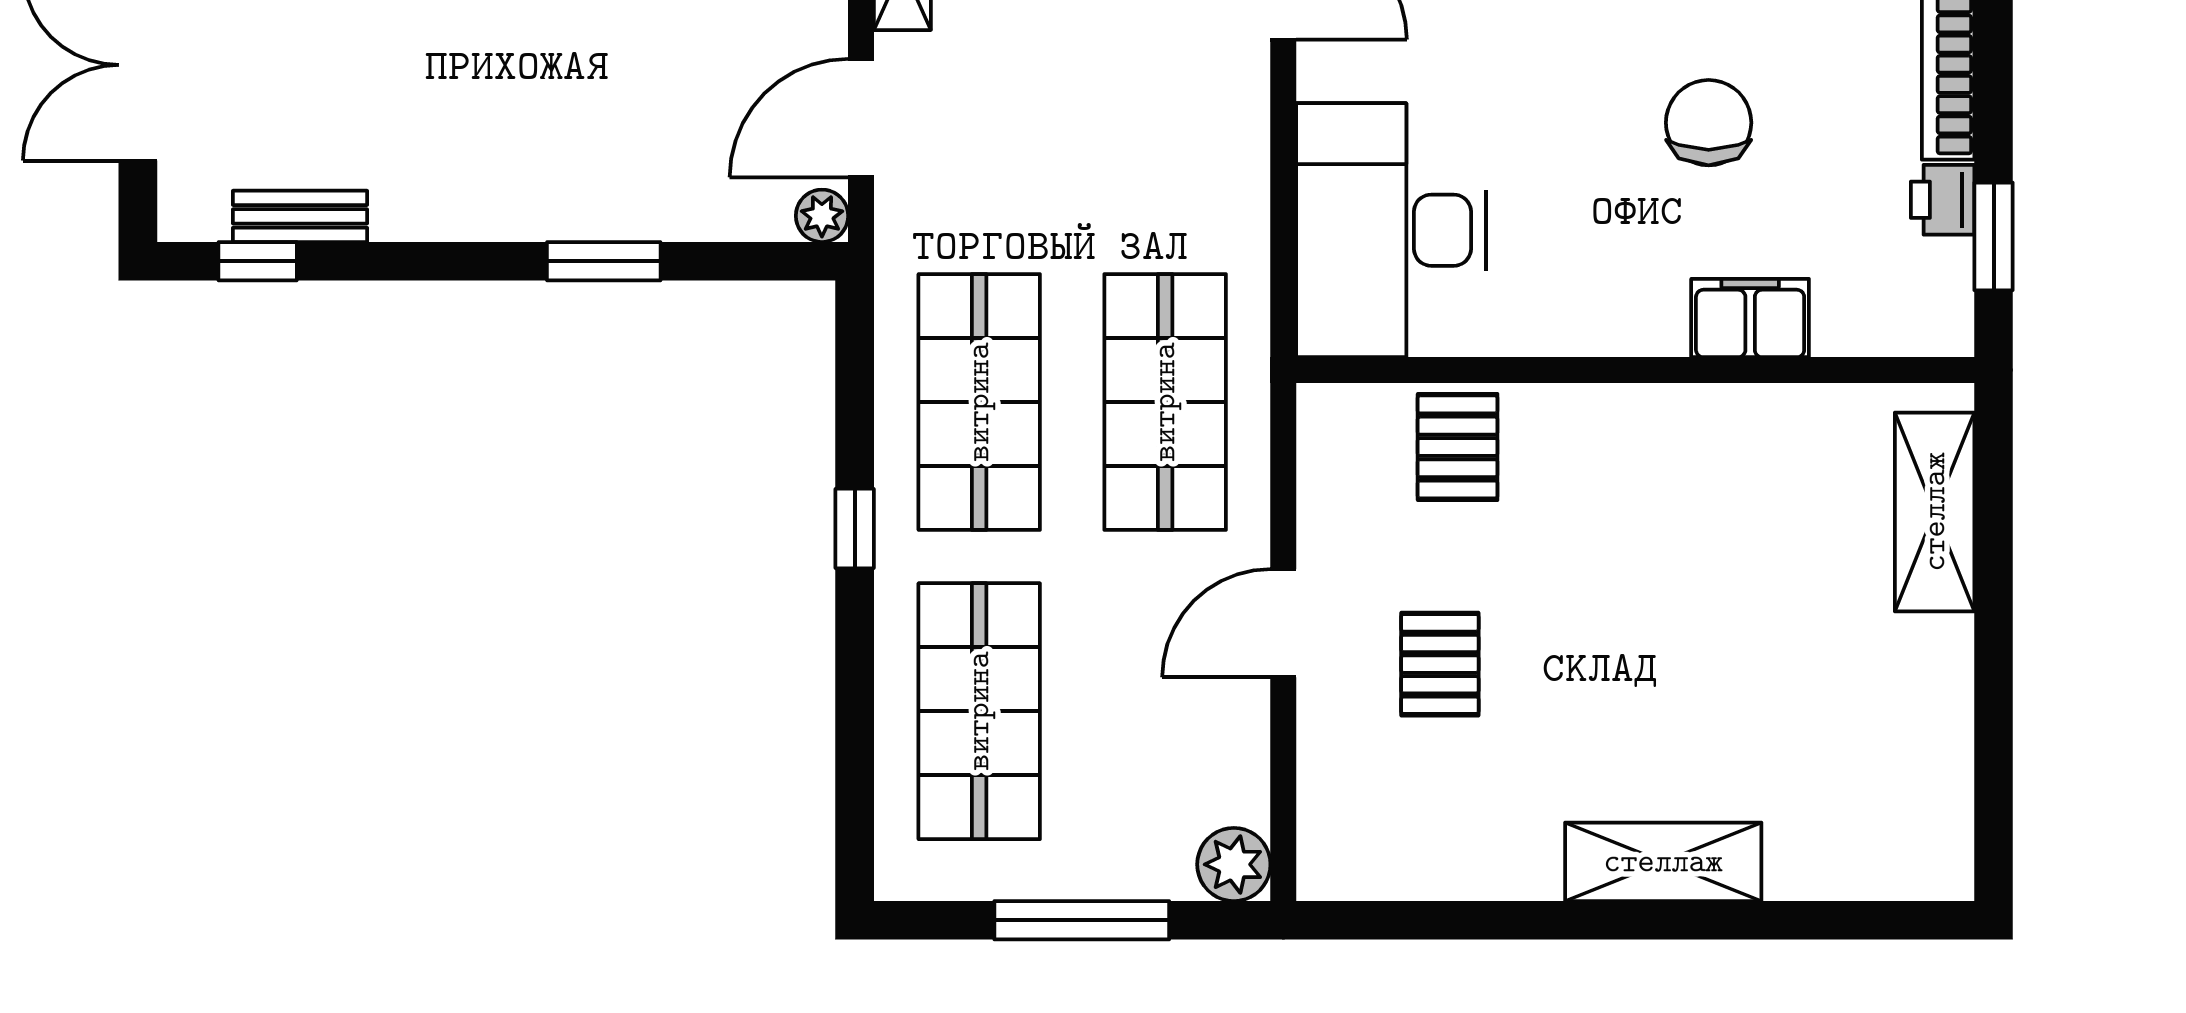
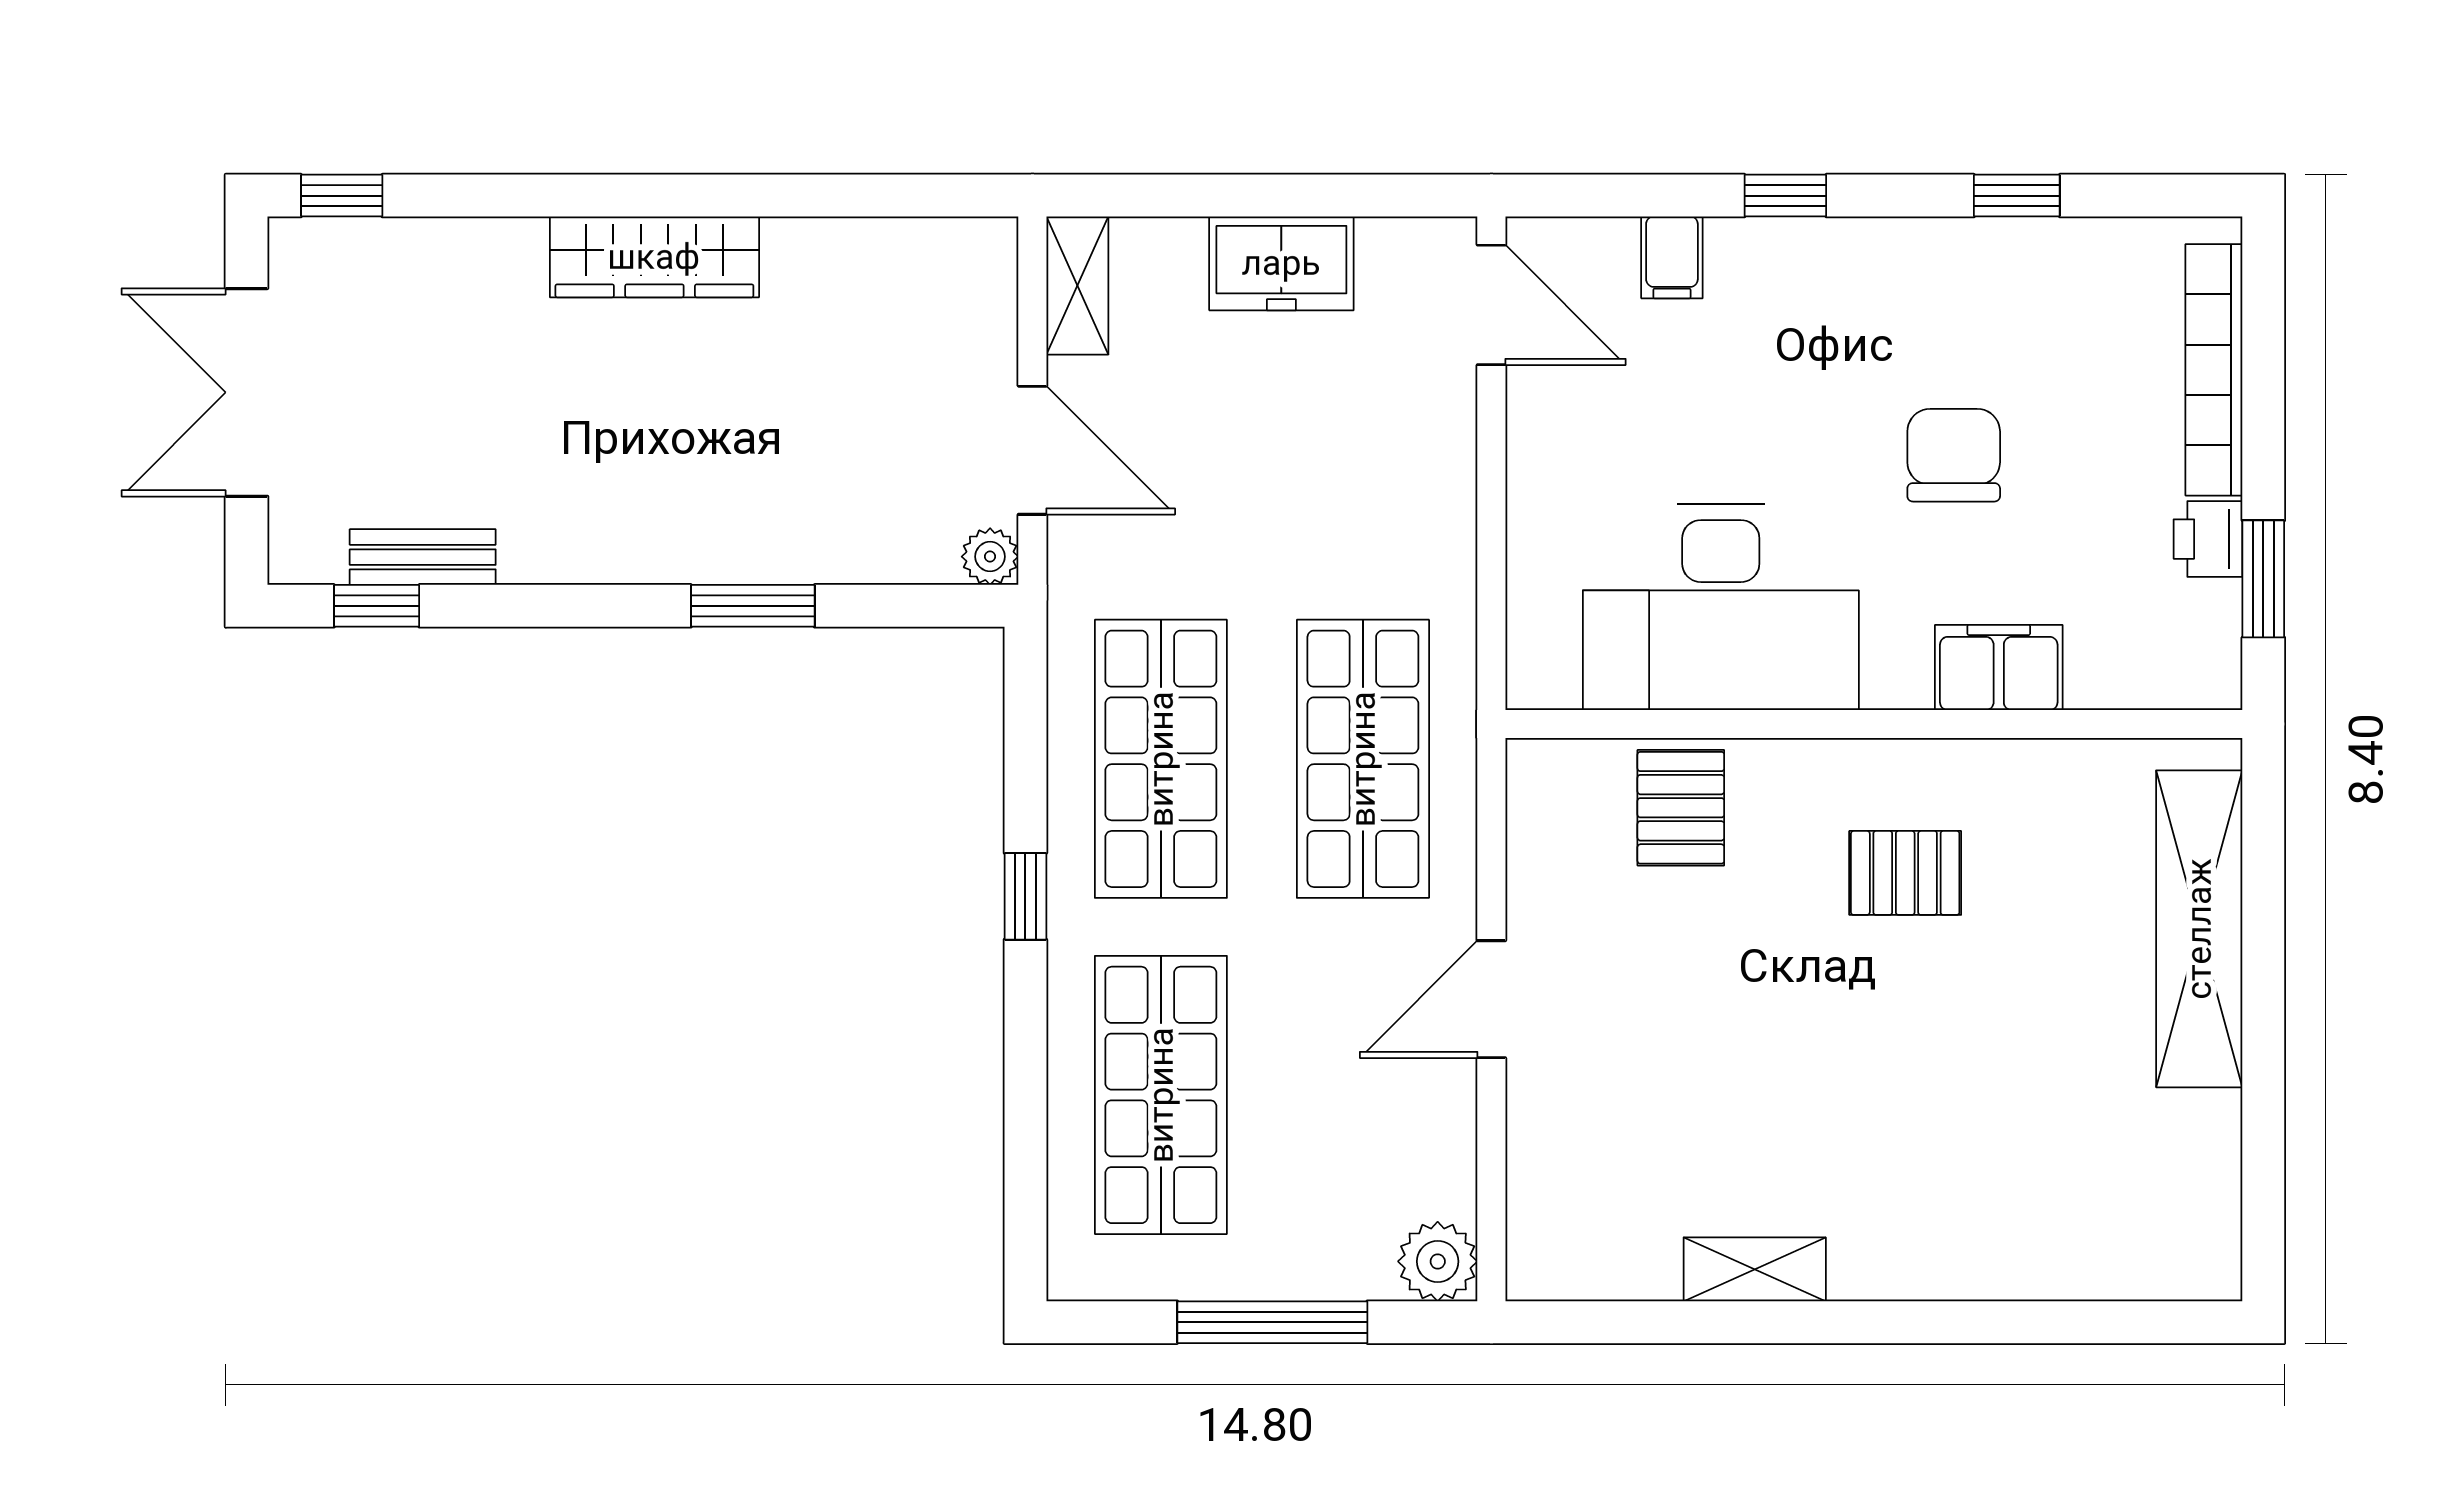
door: (861, 118) -> (1032, 450), swing flipped
desk: (1391, 230) -> (1721, 607), moved, turned -90
shelving: (1935, 512) -> (2199, 929), width x1.47
pallet: (1440, 664) -> (1905, 873), moved, turned 90
shelving: (1663, 862) -> (1755, 1269), moved, width x0.67, depth x0.75

